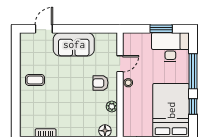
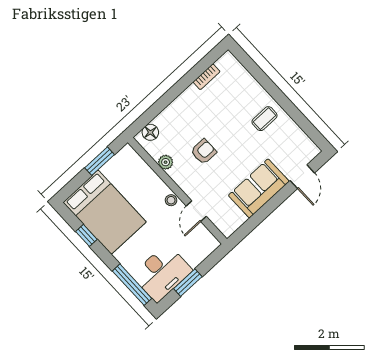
window: (193, 71) -> (132, 285), moved
armchair: (101, 83) -> (204, 152), moved

